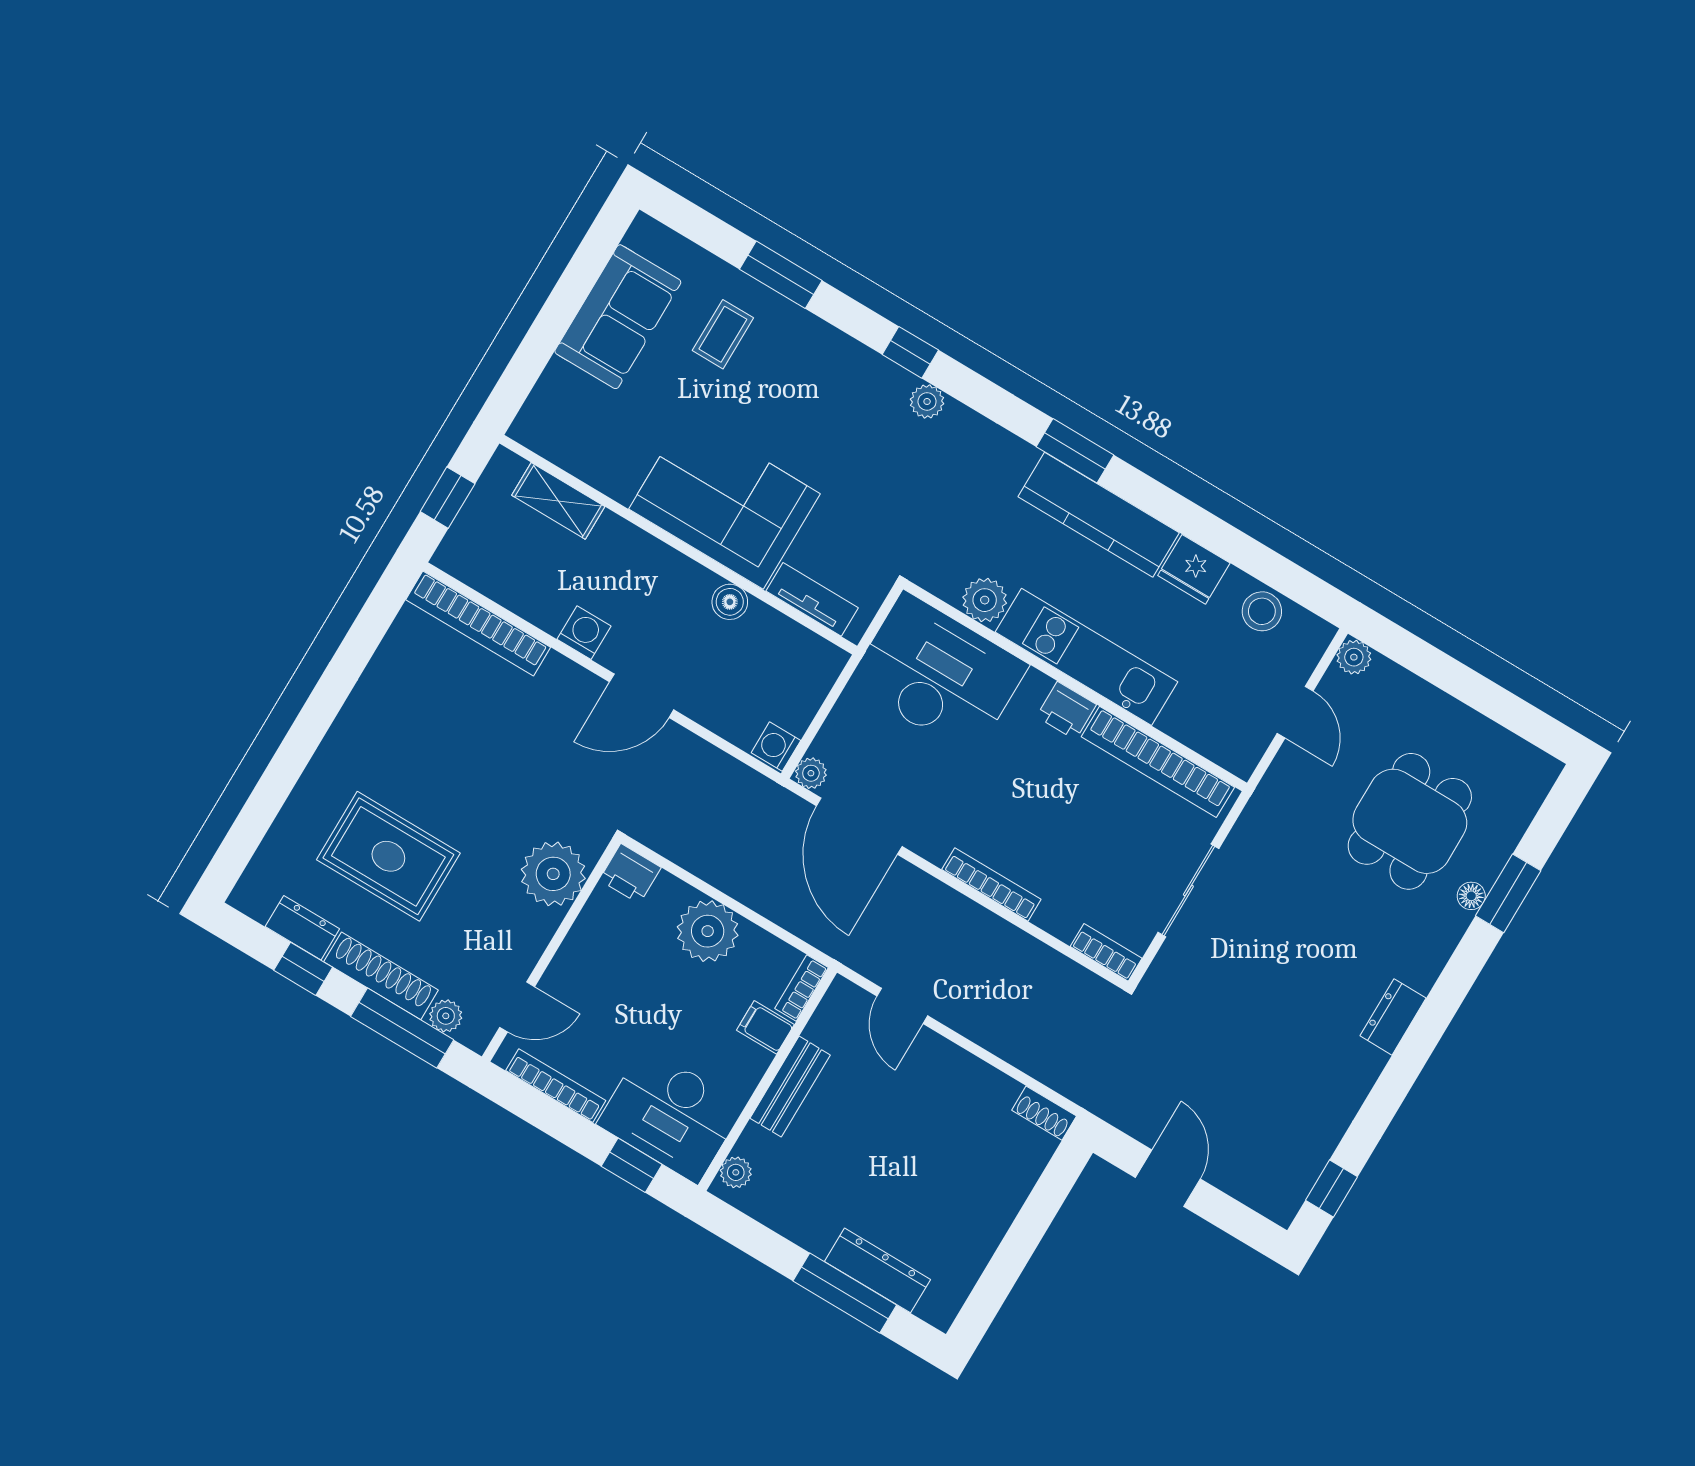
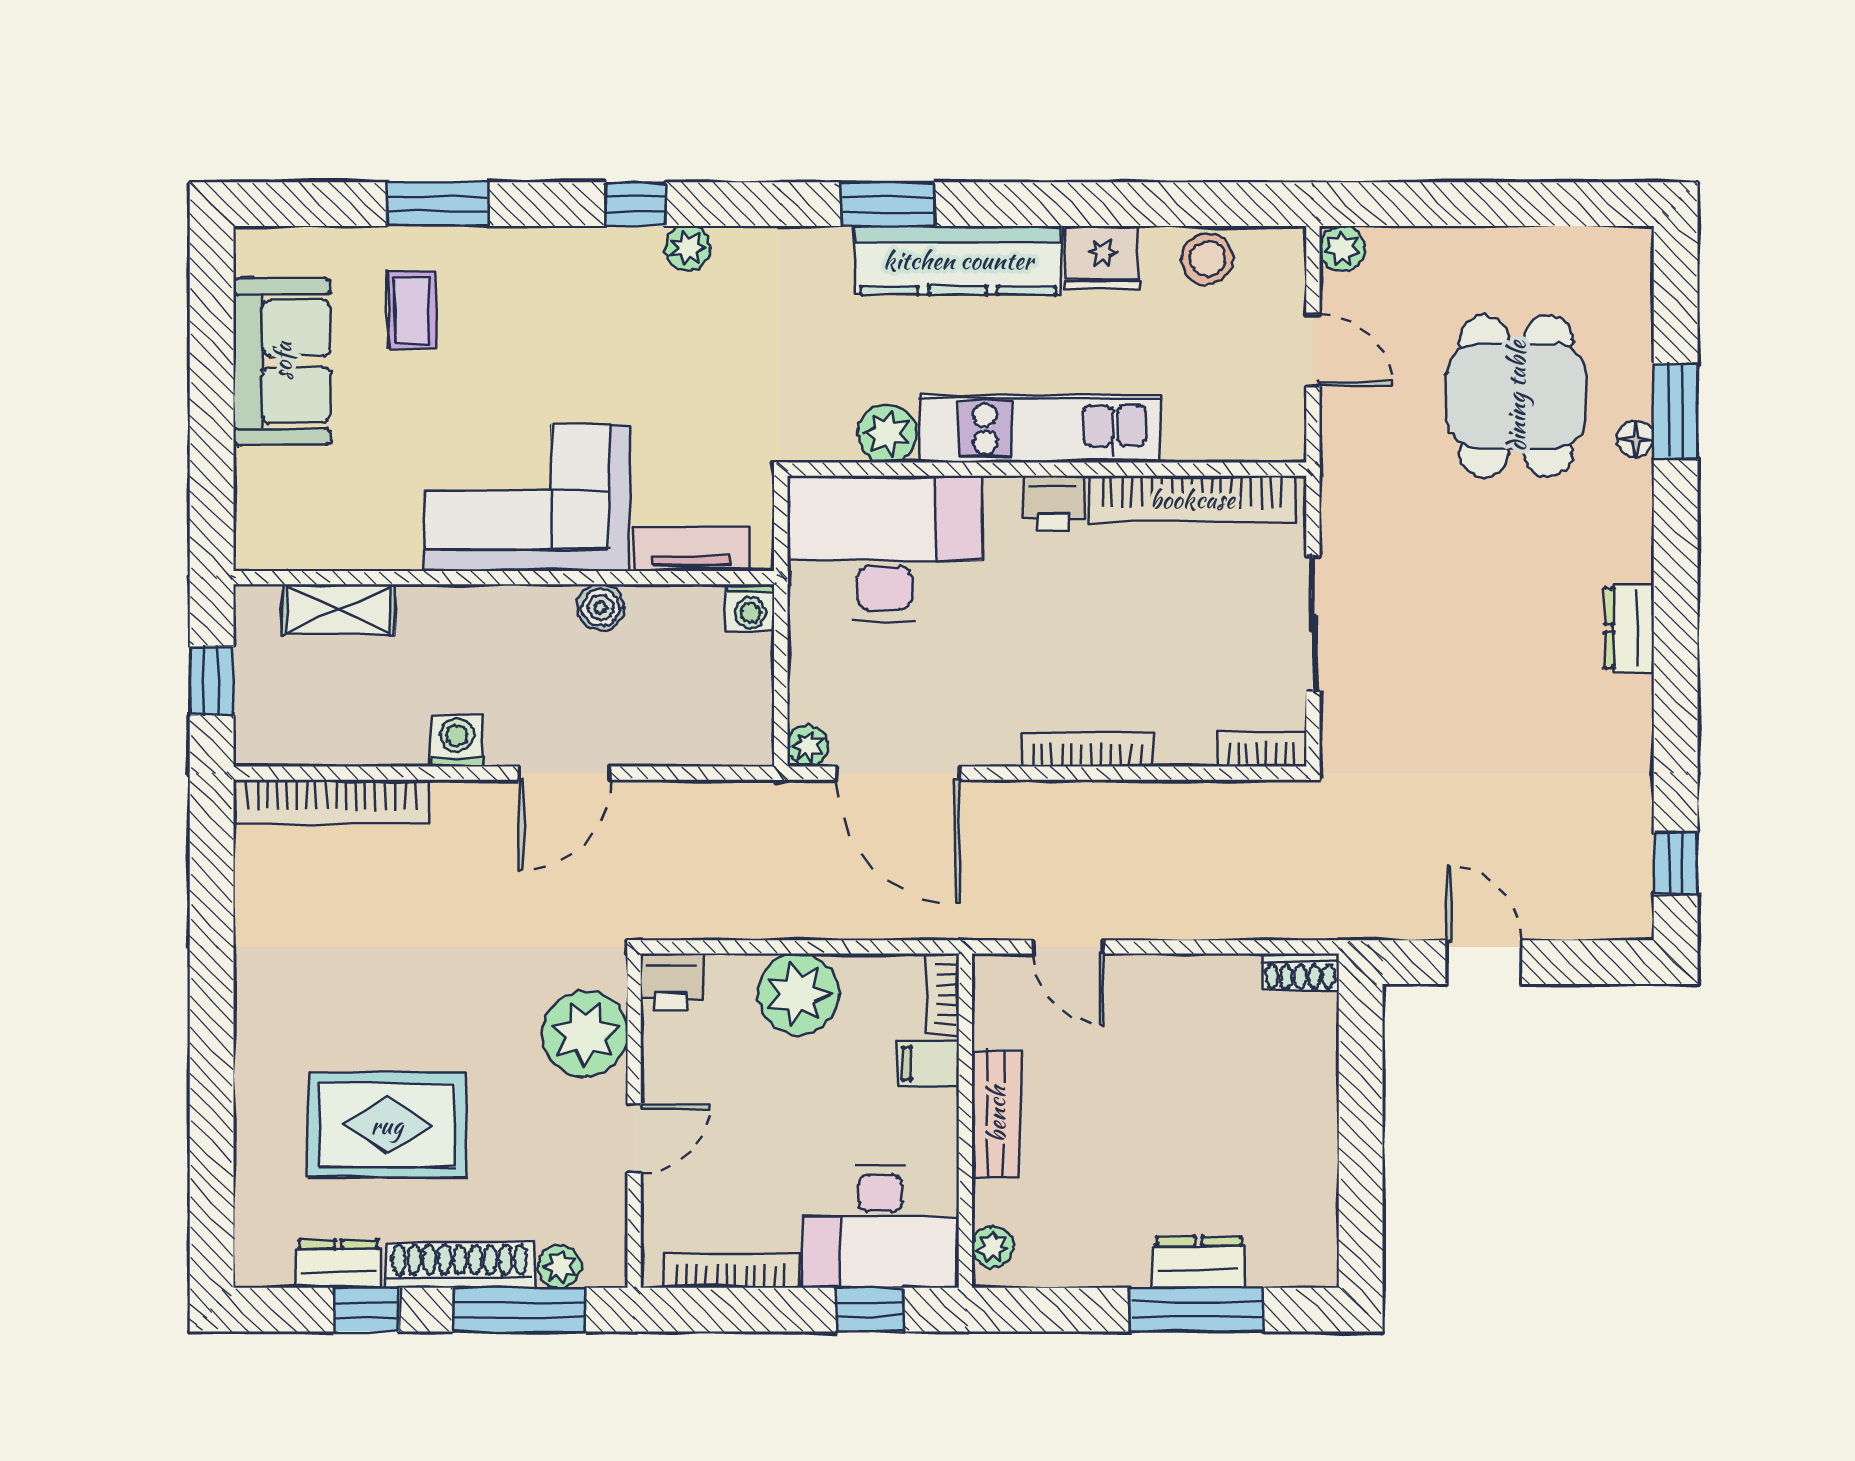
washing machine: (776, 747) -> (750, 608), moved, turned -90
door: (517, 1007) -> (634, 1138), moved
dresser: (878, 1270) -> (1199, 1262), width x0.70

